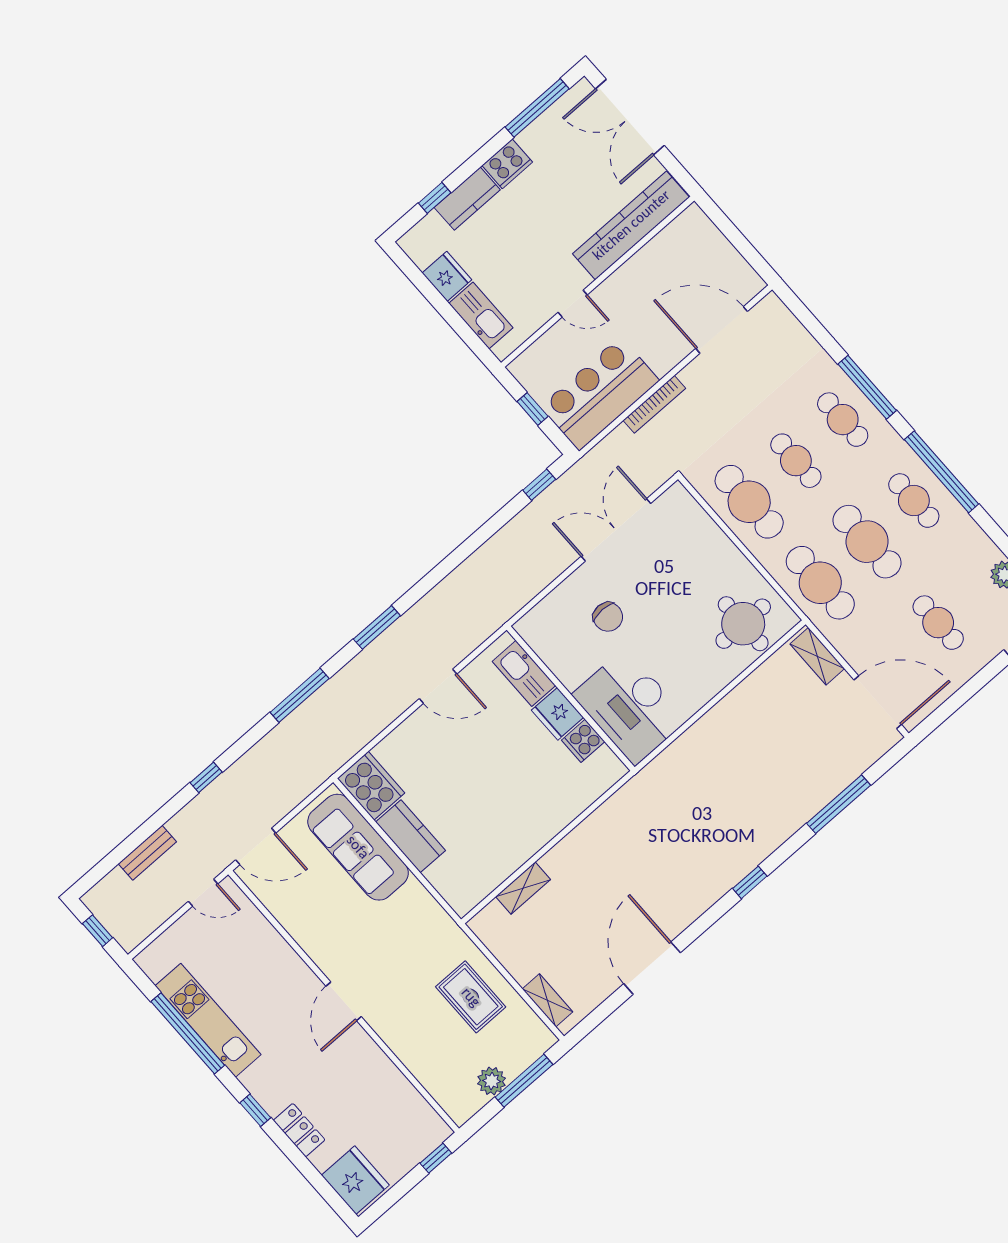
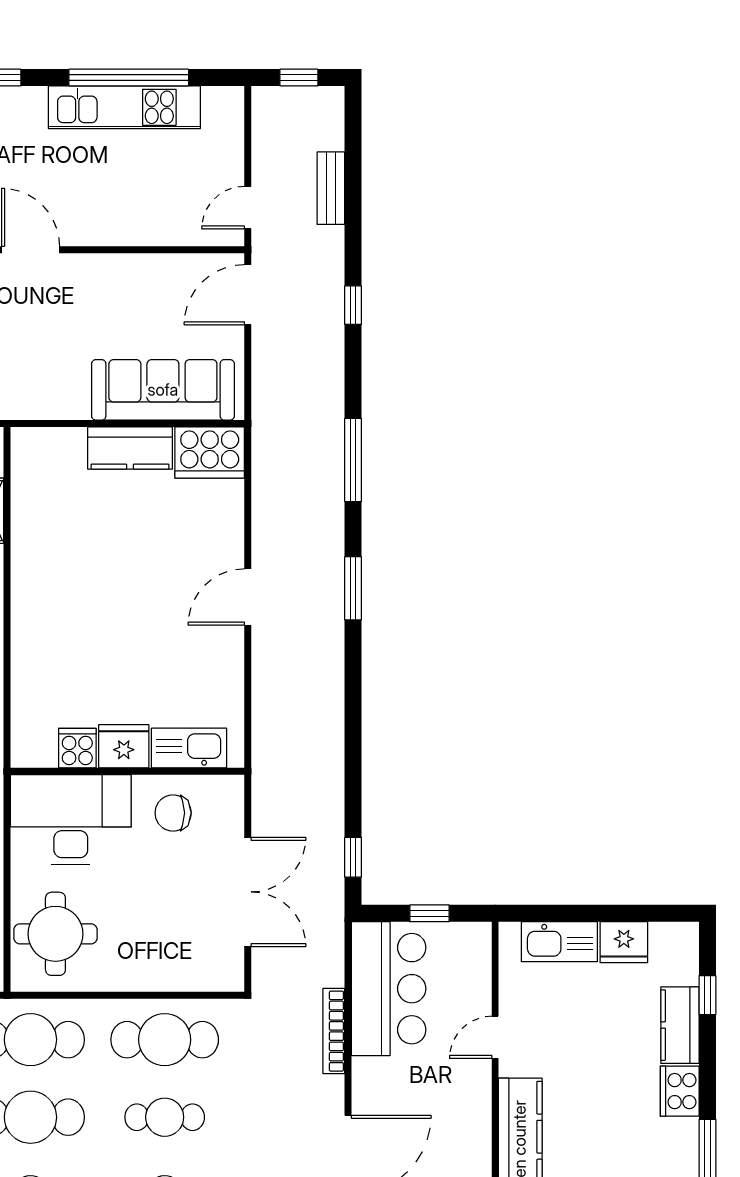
kitchen sink: (524, 673) -> (189, 748), moved
wall: (571, 698) -> (127, 771), moved
desk: (630, 707) -> (71, 820), moved
fridge: (558, 714) -> (124, 746), moved
cooker: (583, 741) -> (77, 748), moved

